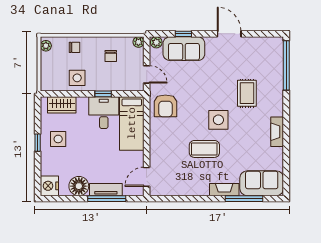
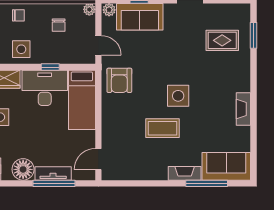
window: (286, 65) -> (254, 35), width x0.47
rug: (247, 93) -> (222, 40), moved, turned 90
desk: (104, 113) -> (45, 88), width x1.37

